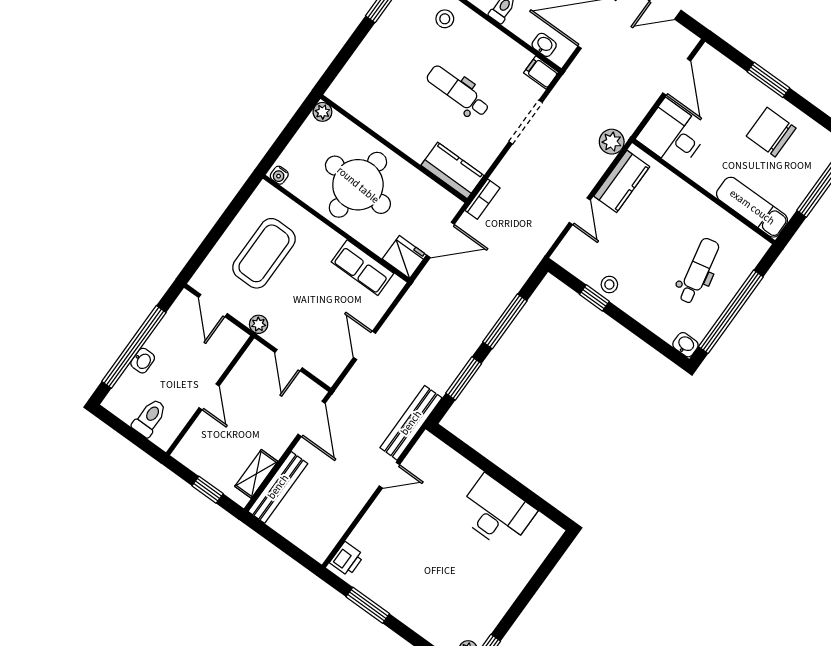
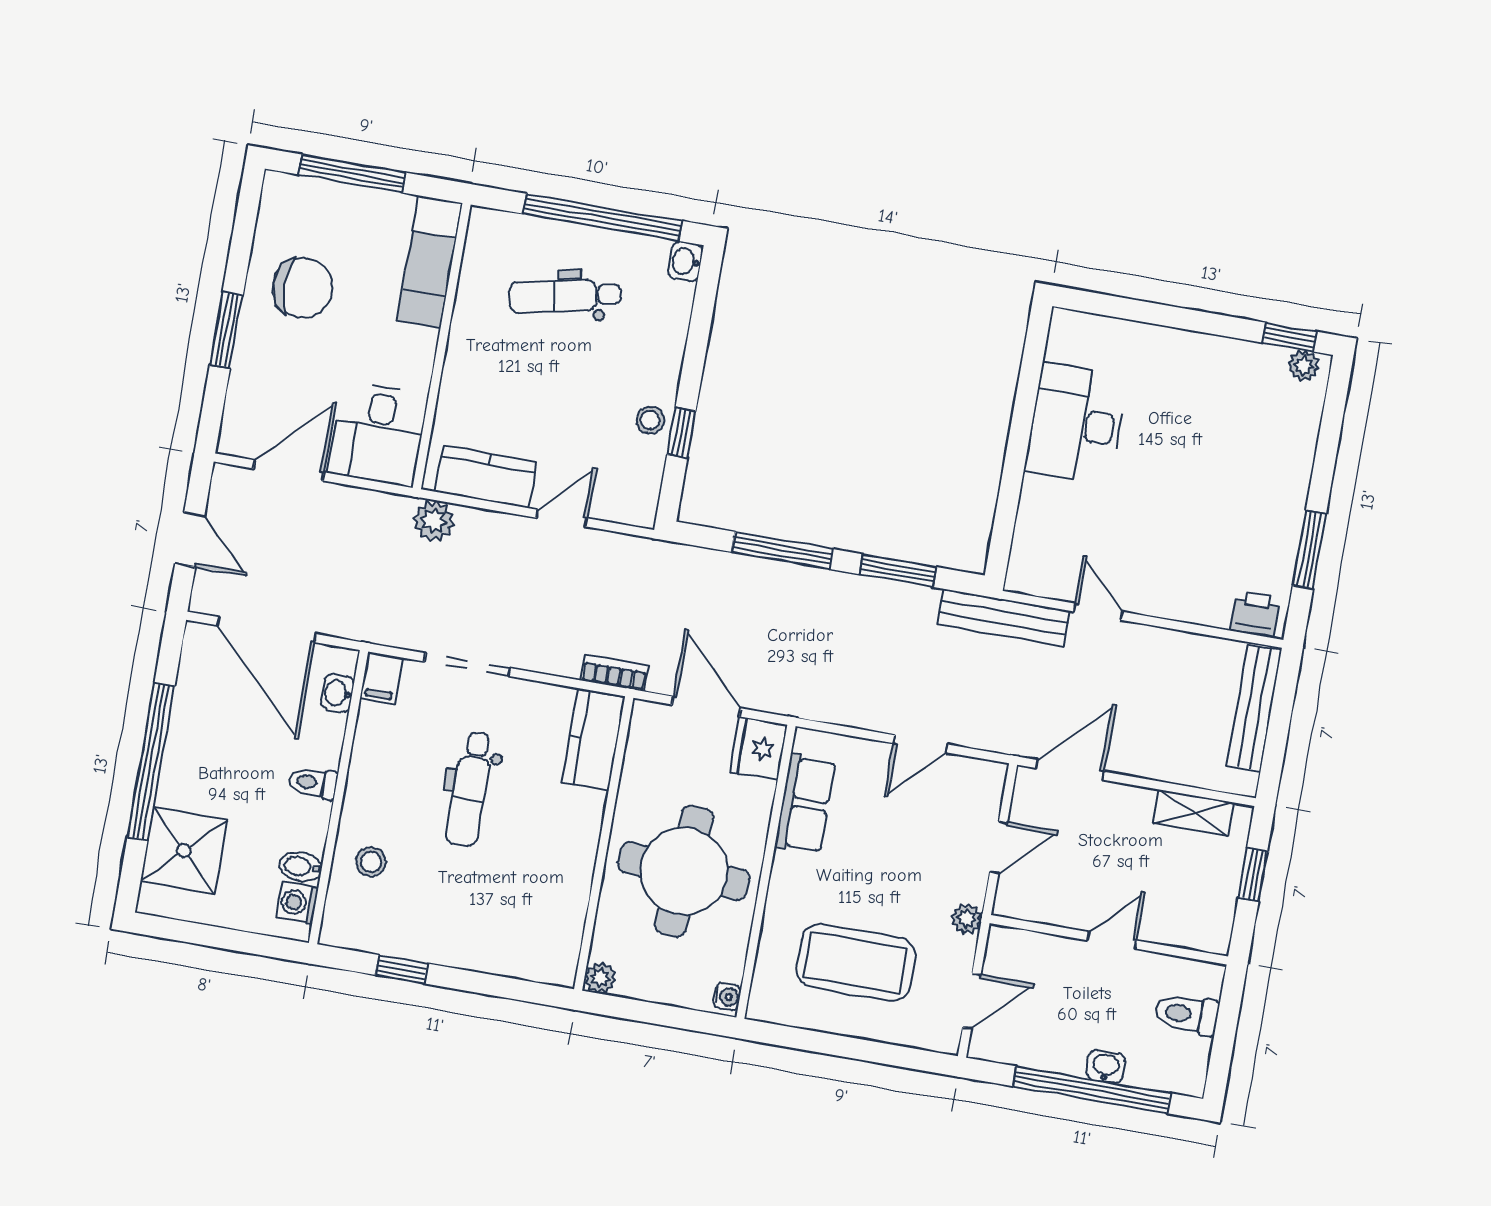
chair: (771, 132) -> (303, 288), turned -90
bench: (278, 487) -> (1254, 708), moved, turned 90

